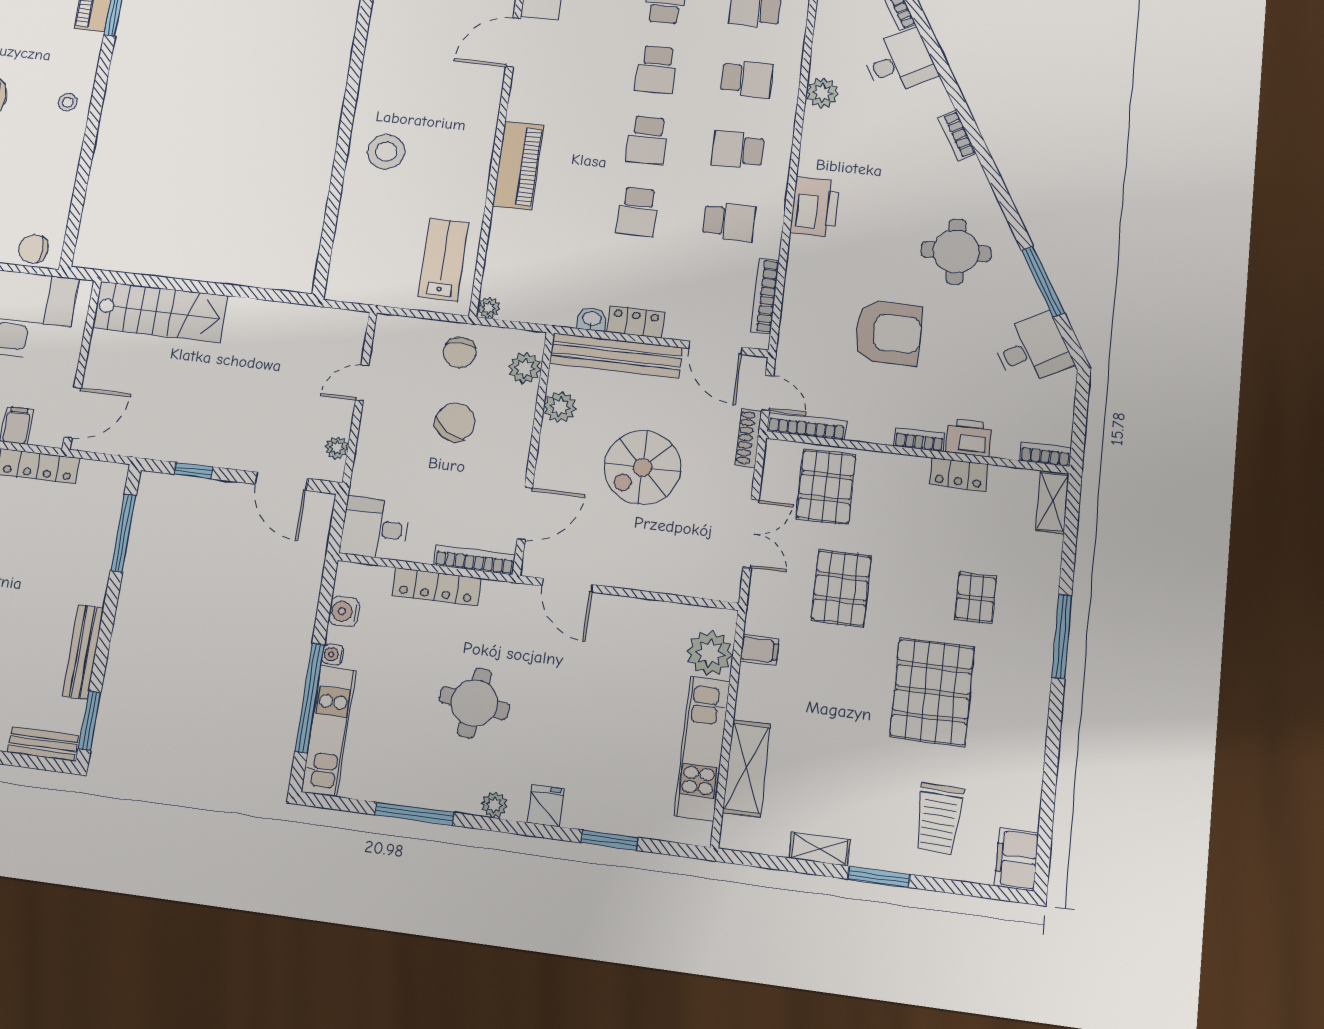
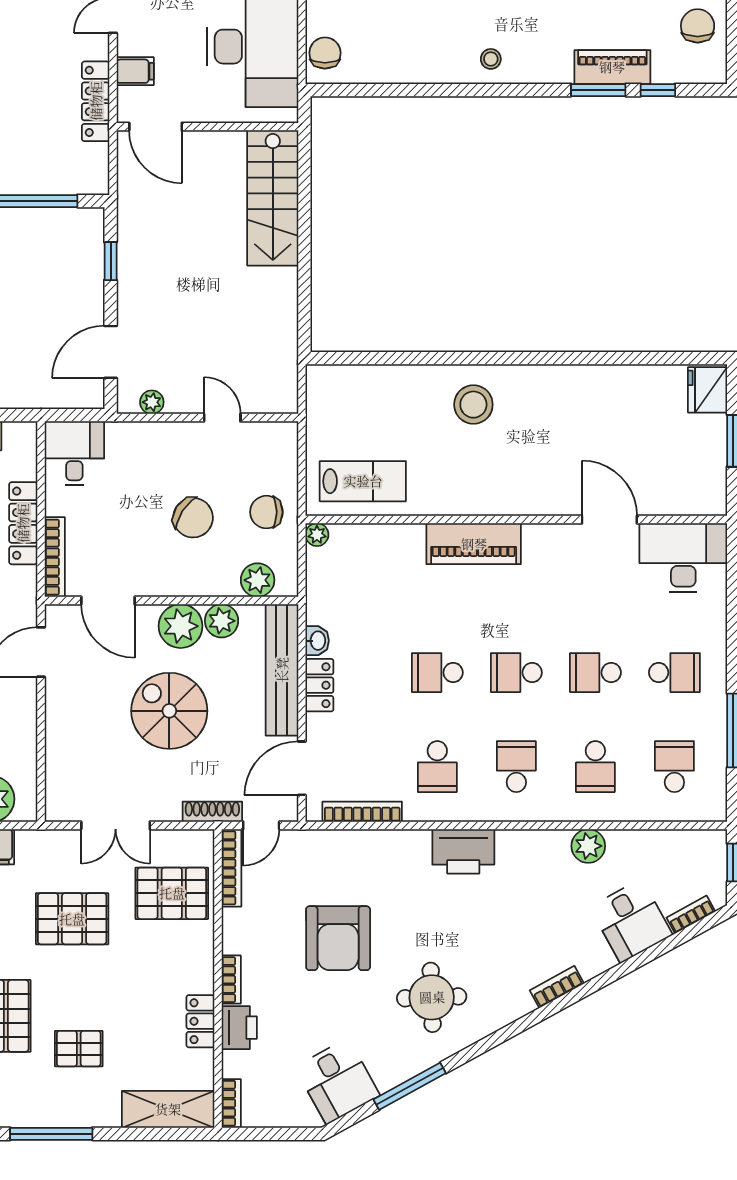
plant: (560, 447) -> (181, 626), added
shelving: (1052, 502) -> (168, 1109), width x1.50, depth x1.33

